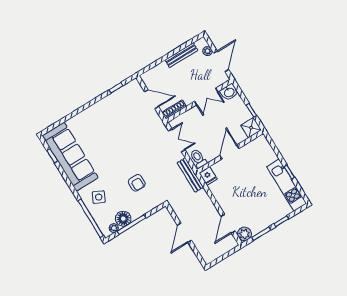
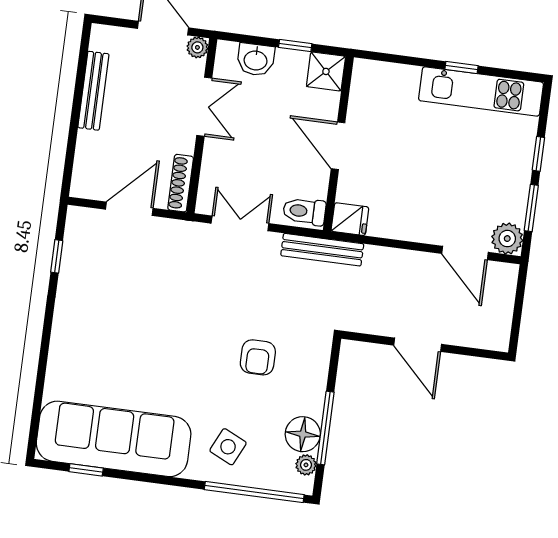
plant: (207, 51) -> (197, 47), moved
washbasin: (229, 92) -> (256, 60), moved, turned 90
armchair: (137, 183) -> (258, 357), turned 90

